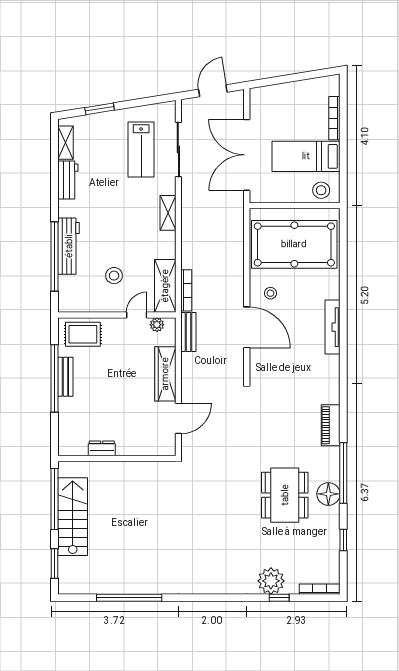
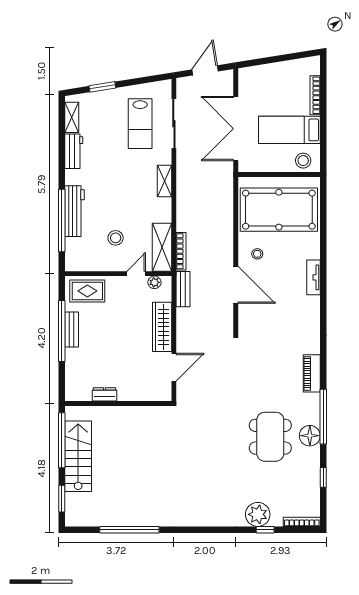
tv unit: (333, 327) -> (313, 277), width x0.71

